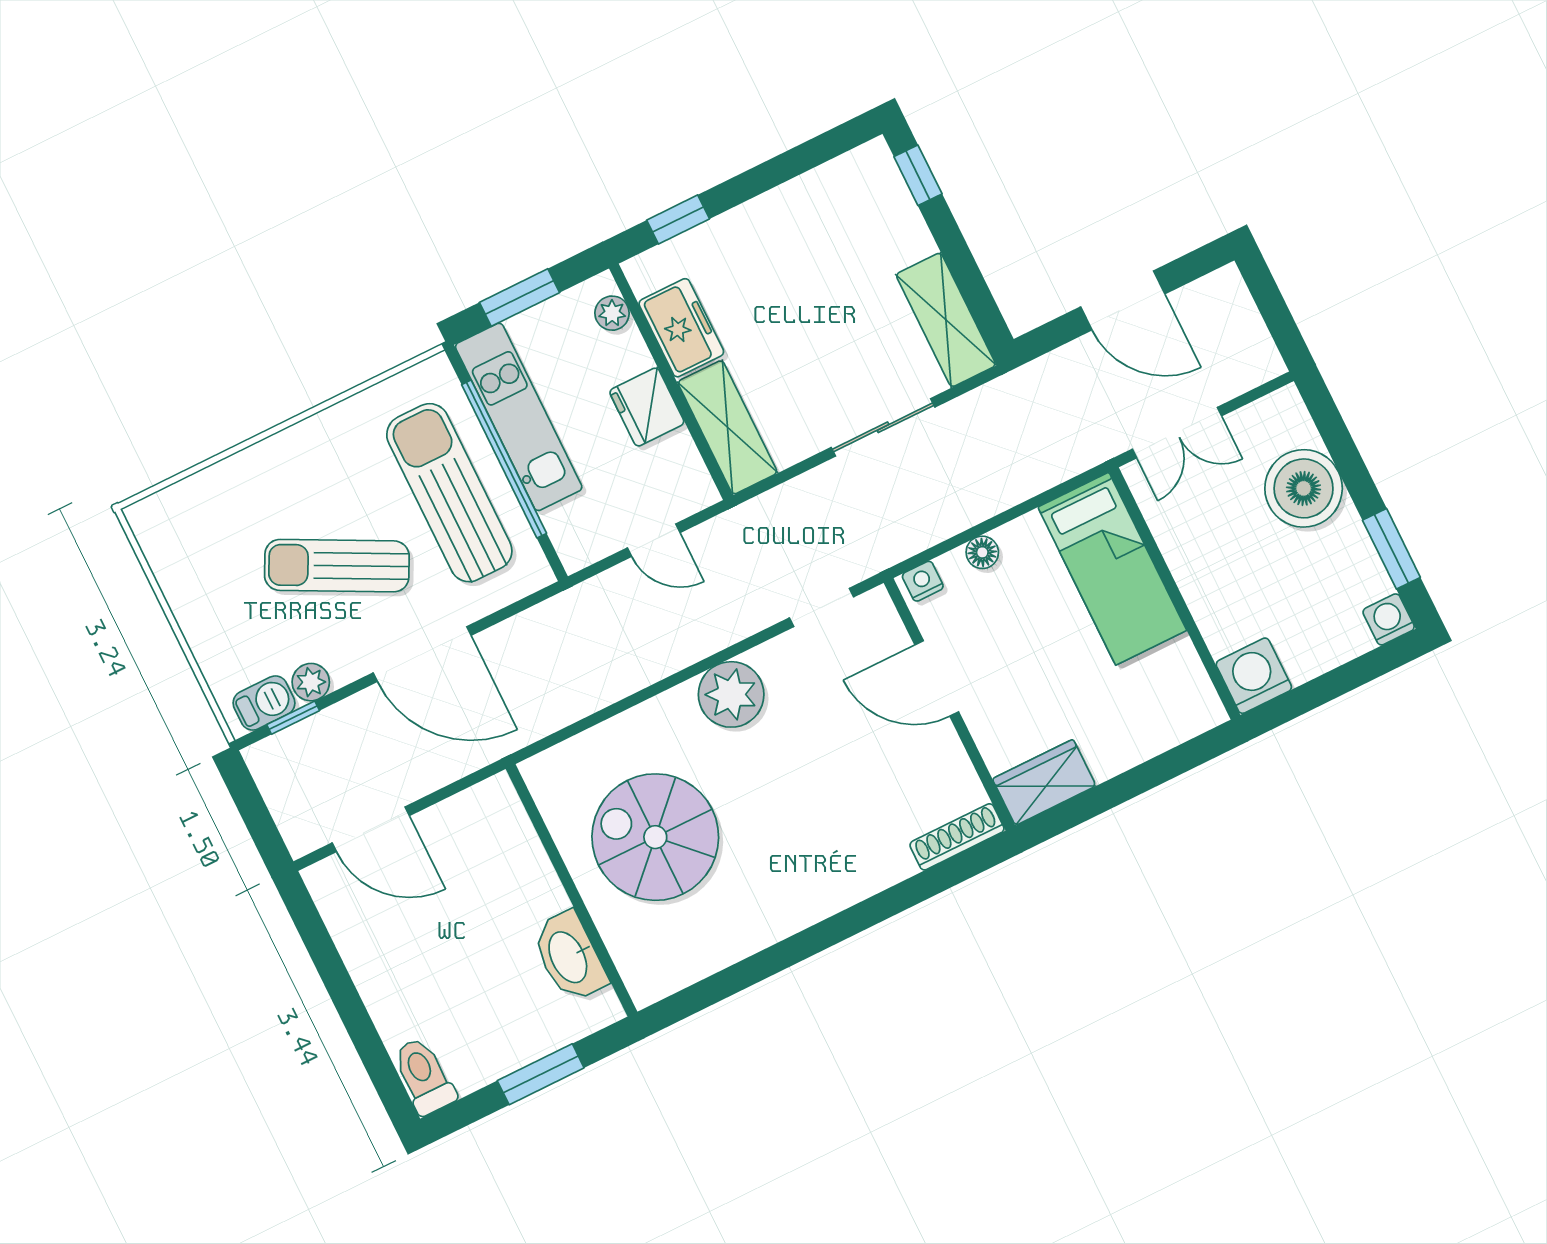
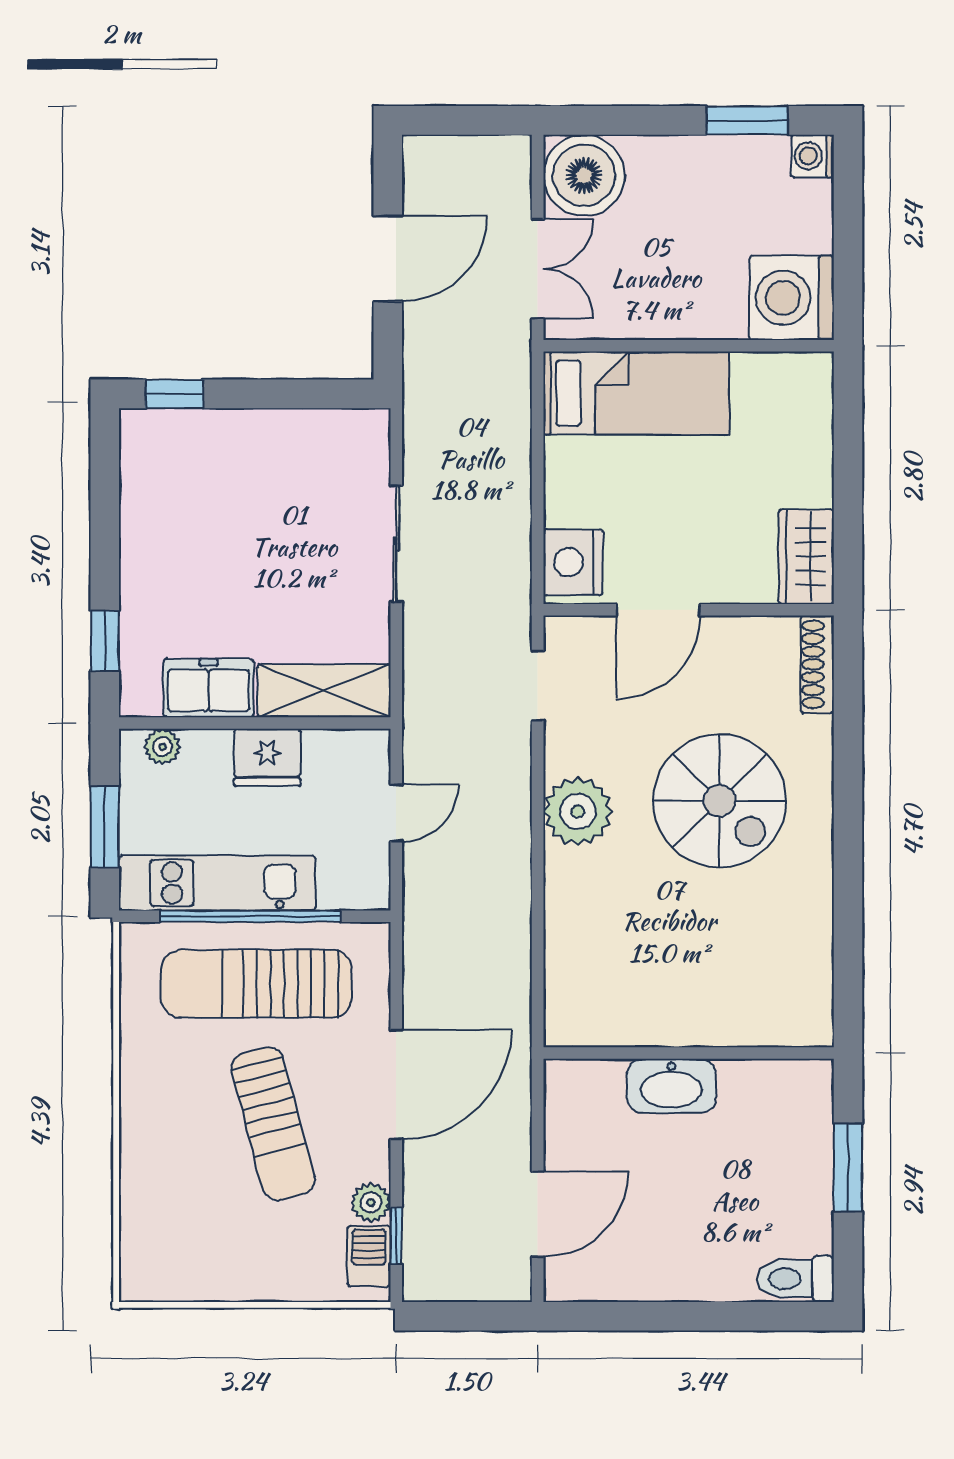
shelving: (946, 320) -> (324, 435), removed
boiler: (1304, 488) -> (584, 175), moved
floor lamp: (982, 552) -> (560, 508), removed
sun lounger: (337, 566) -> (273, 1124), turned -42
nightstand: (923, 581) -> (573, 562), width x1.89, depth x1.79
washing machine: (1254, 676) -> (791, 298), width x1.37, depth x1.37
spiral stairs: (655, 837) -> (720, 801), moved, turned -90
washbasin: (569, 957) -> (672, 1086), moved

